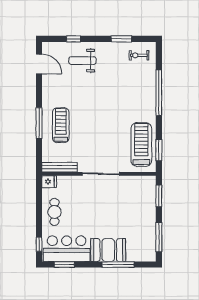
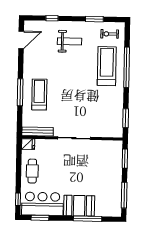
weight bench: (82, 61) -> (70, 41), moved, turned 180
door: (39, 64) -> (21, 40), hinge flipped
treadmill: (141, 144) -> (107, 66), moved

